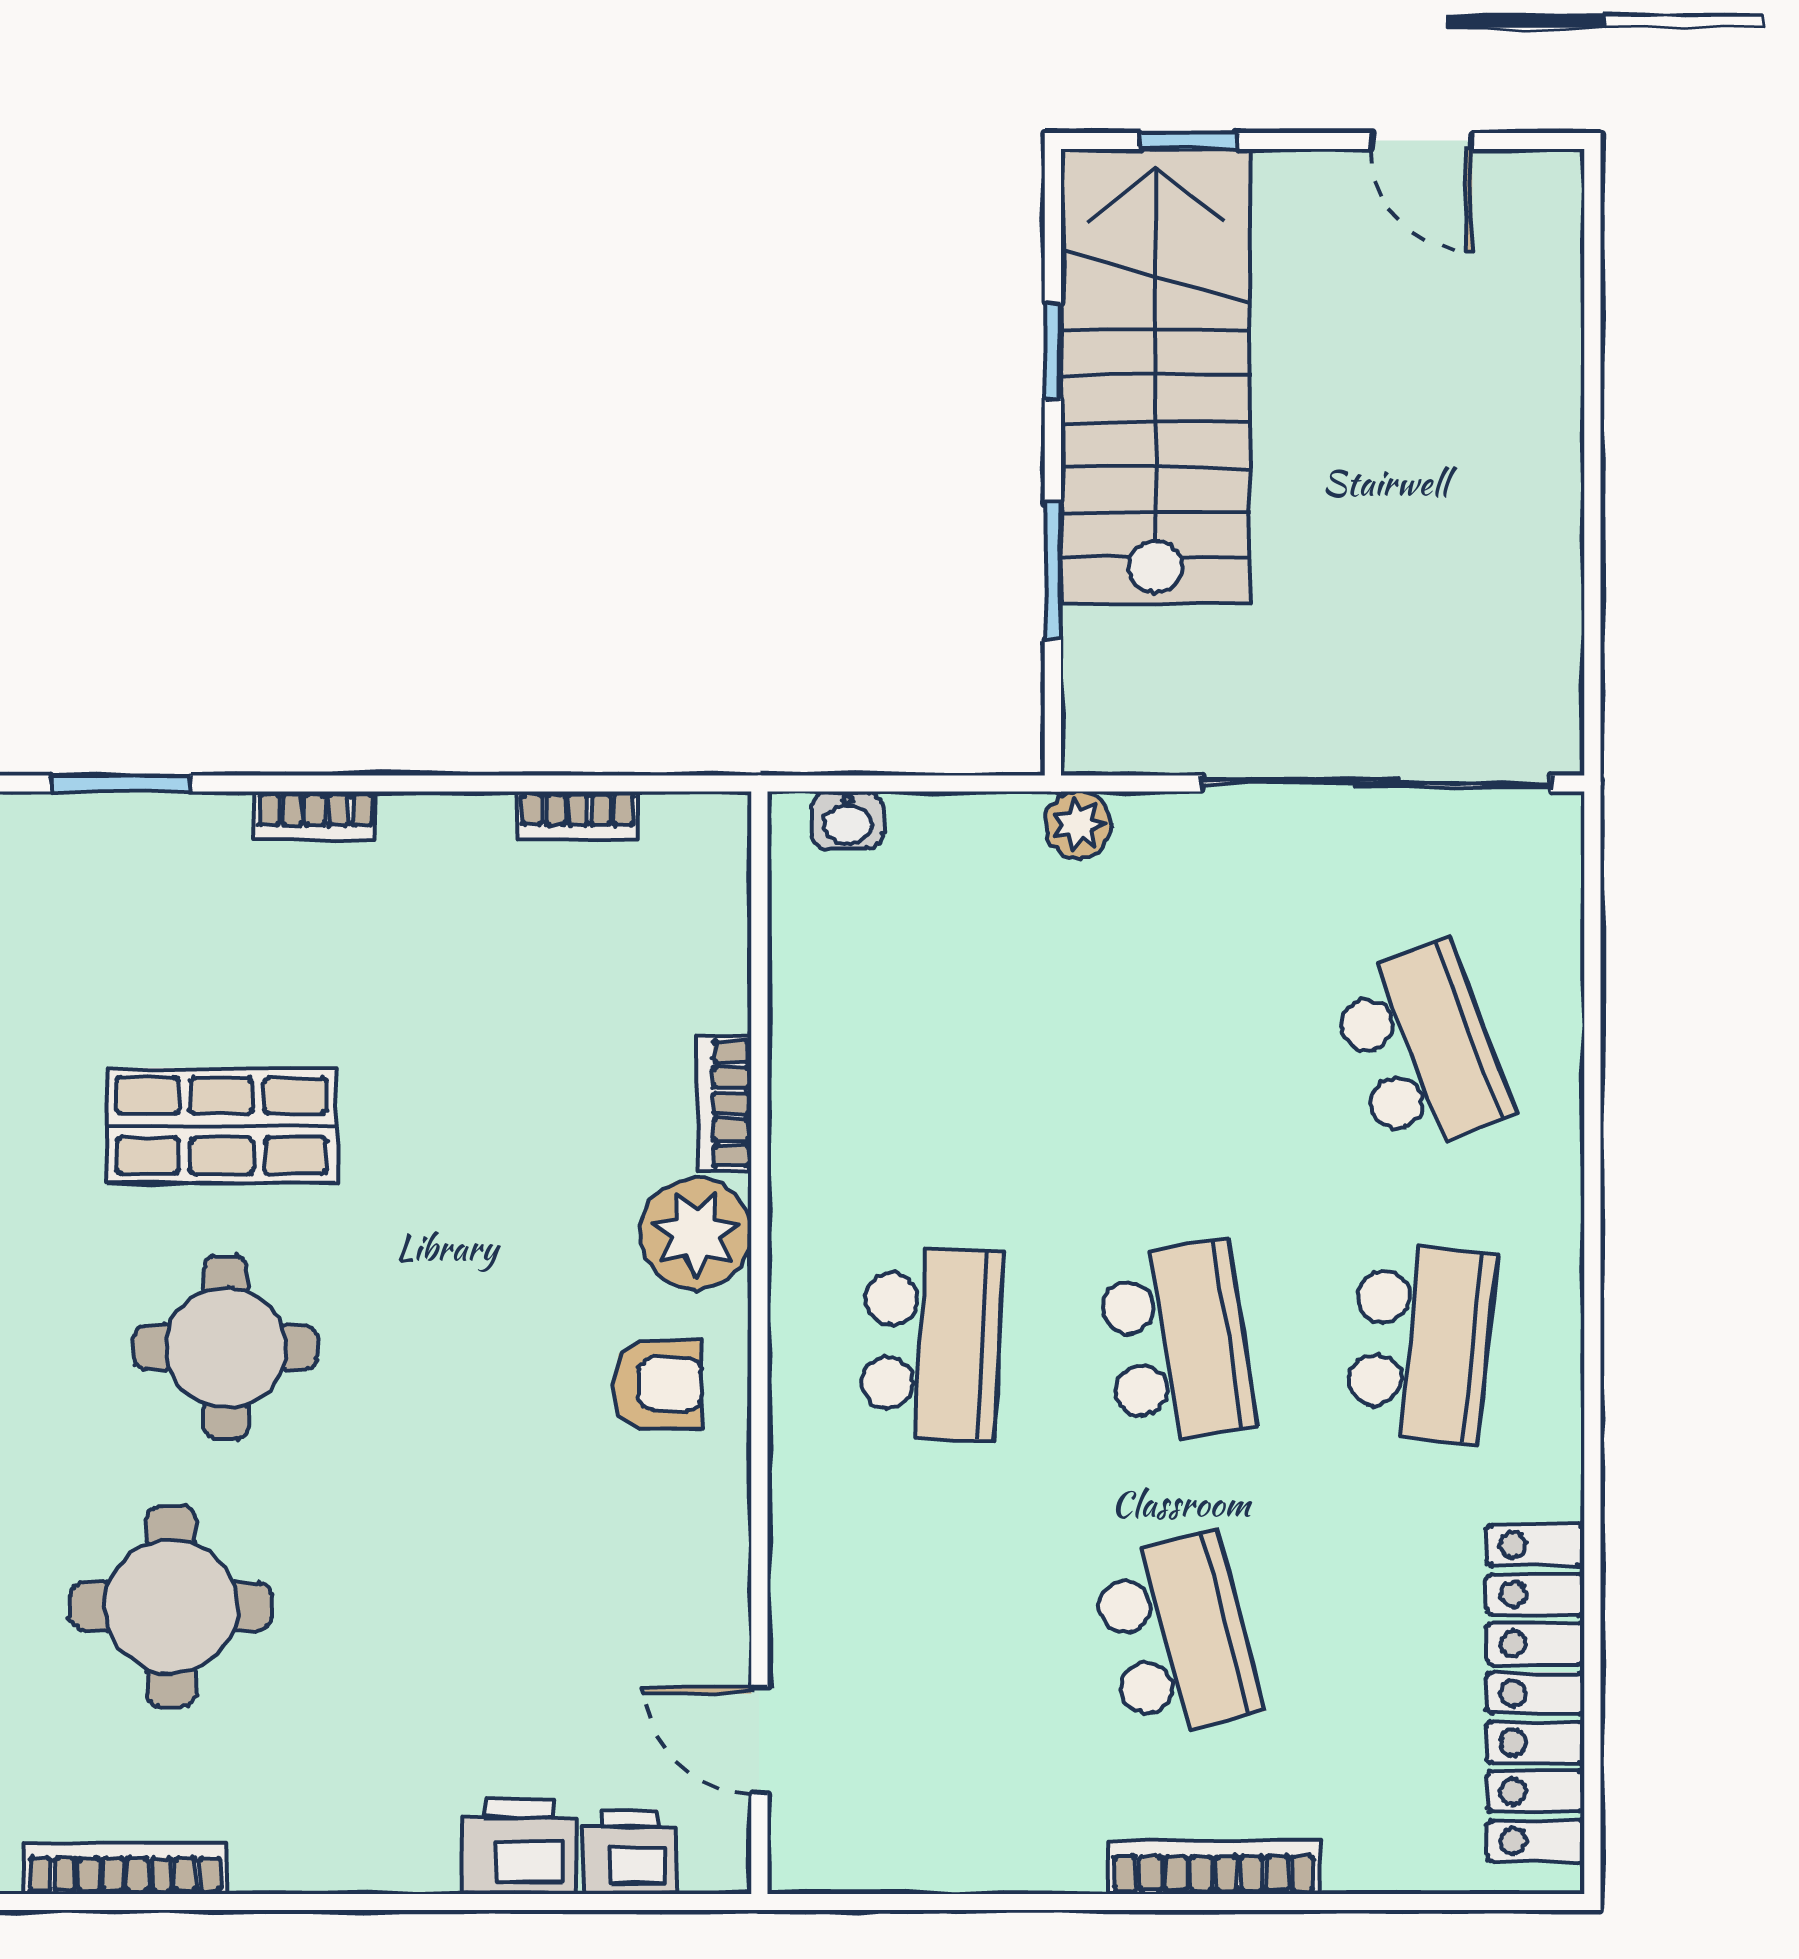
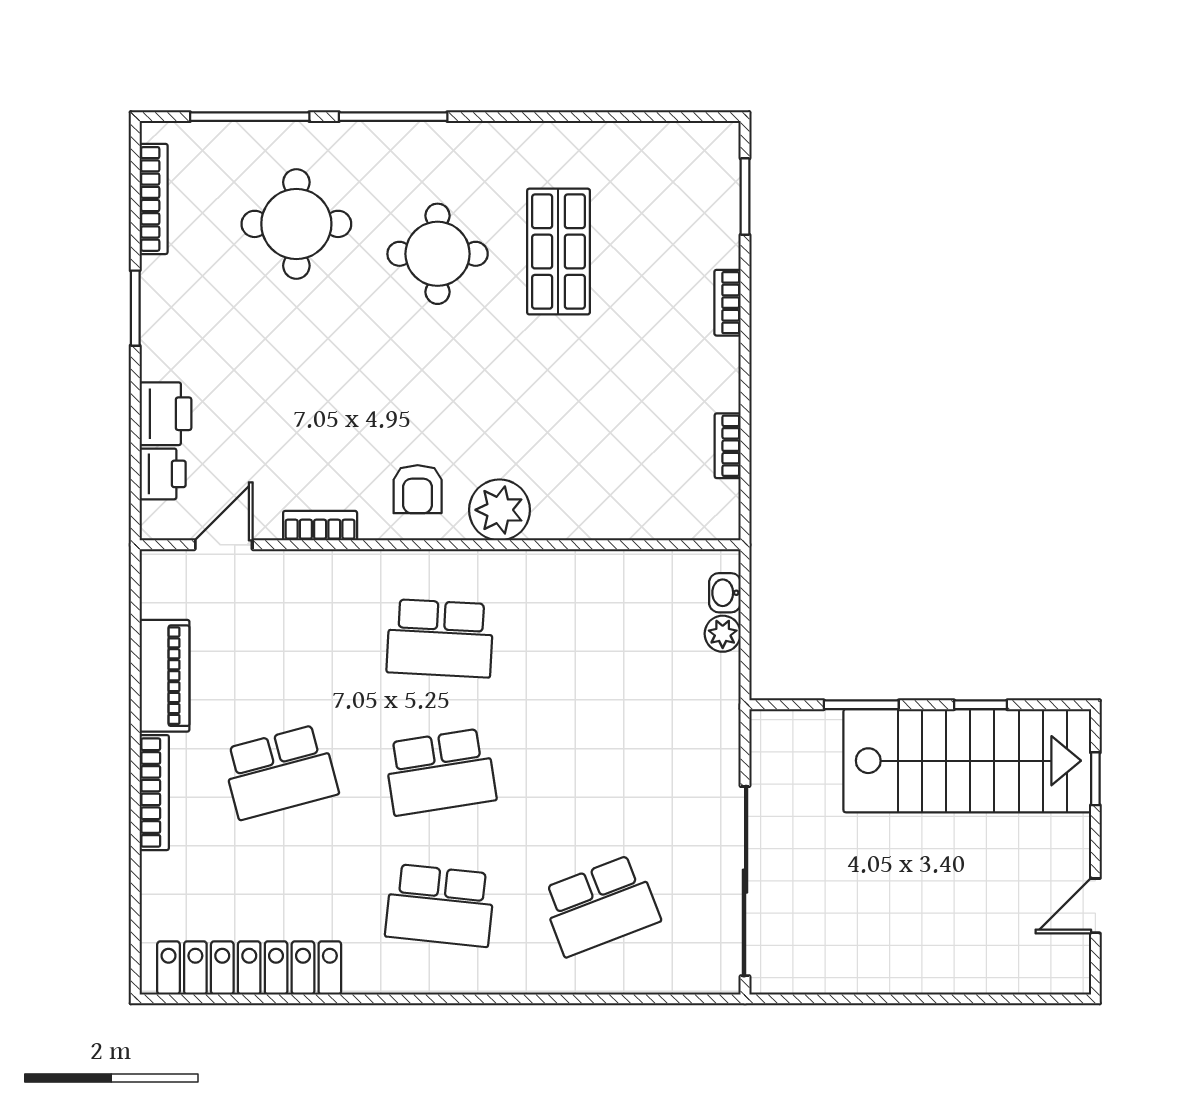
plant: (1078, 824) -> (723, 634), moved
bookcase: (724, 1104) -> (320, 526), moved
piano: (1000, 1848) -> (165, 676), added
window: (325, 1902) -> (135, 308), added

